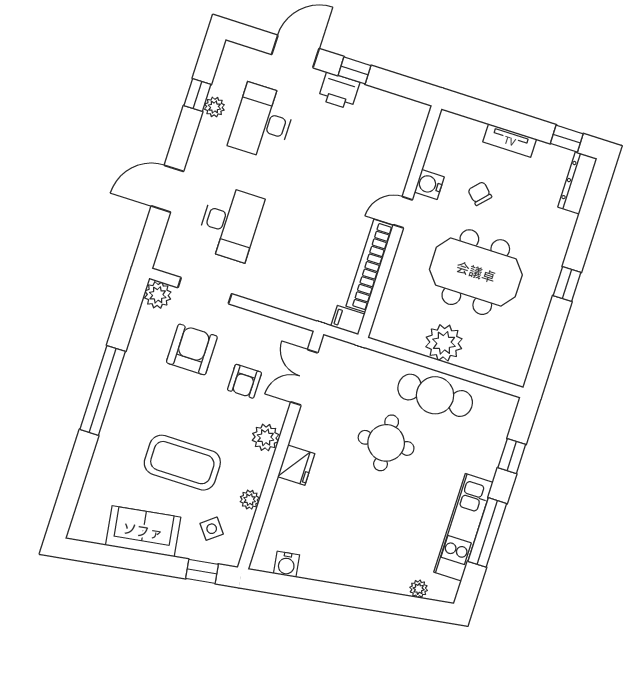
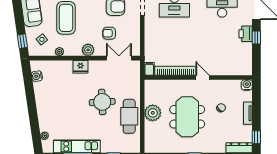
water cooler: (429, 184) -> (247, 85), moved

